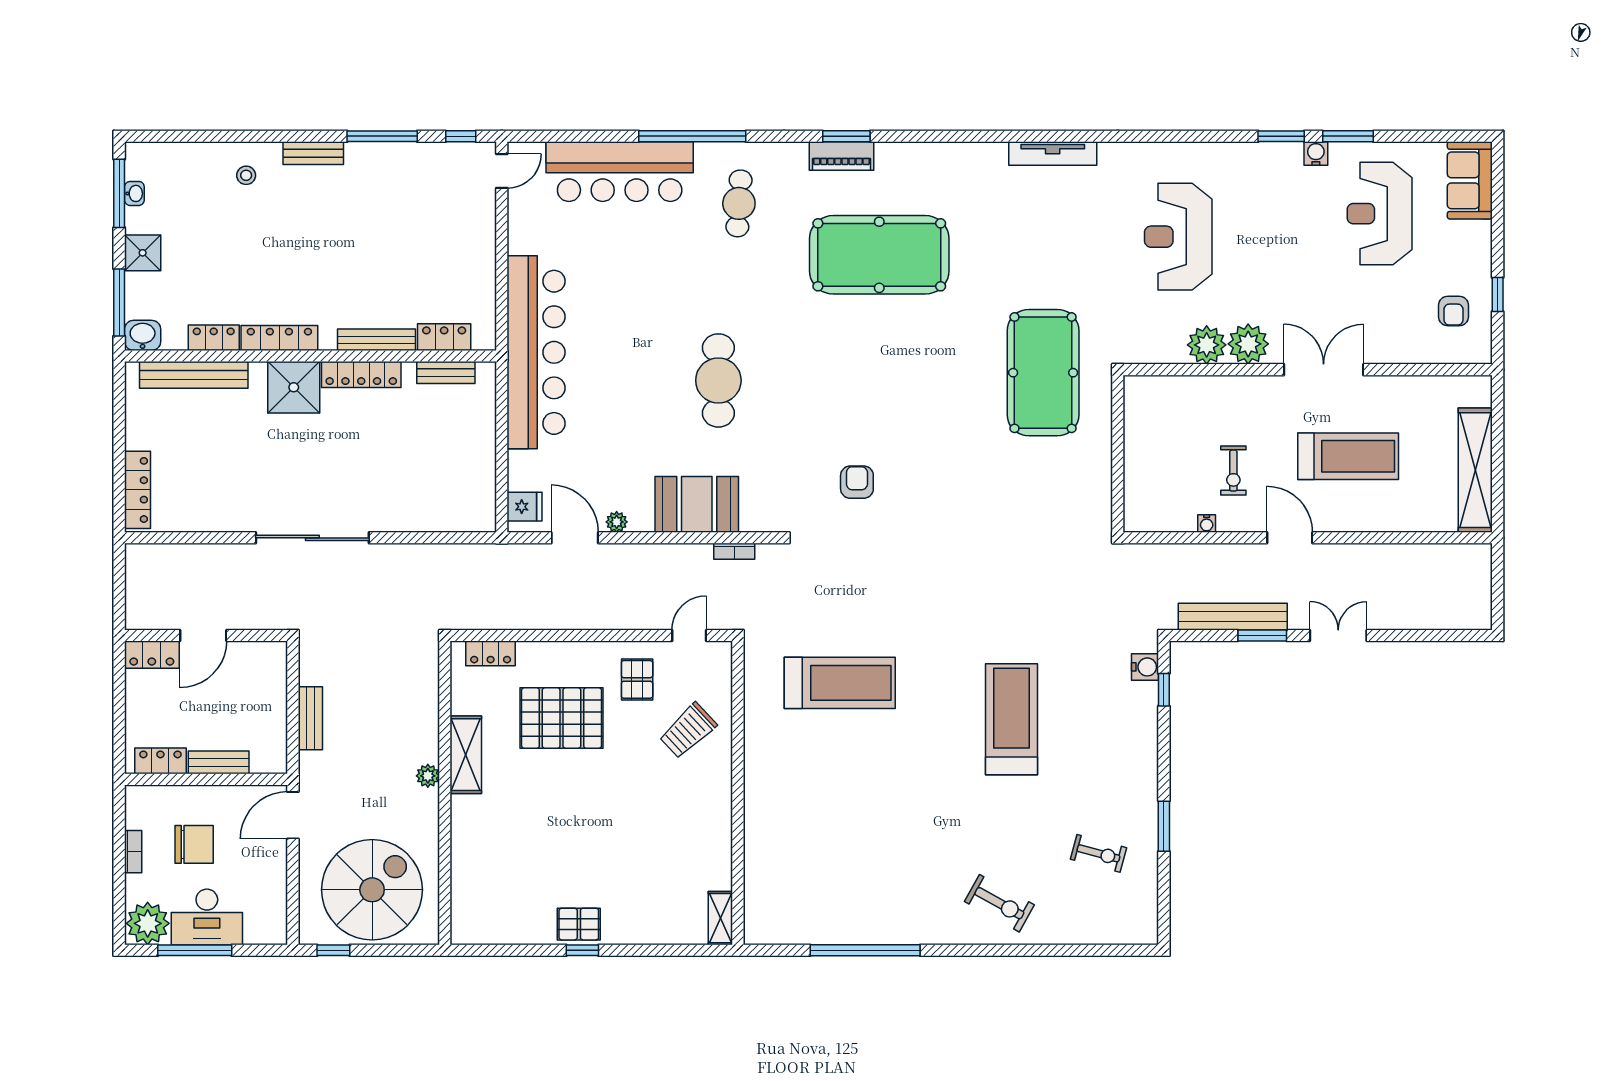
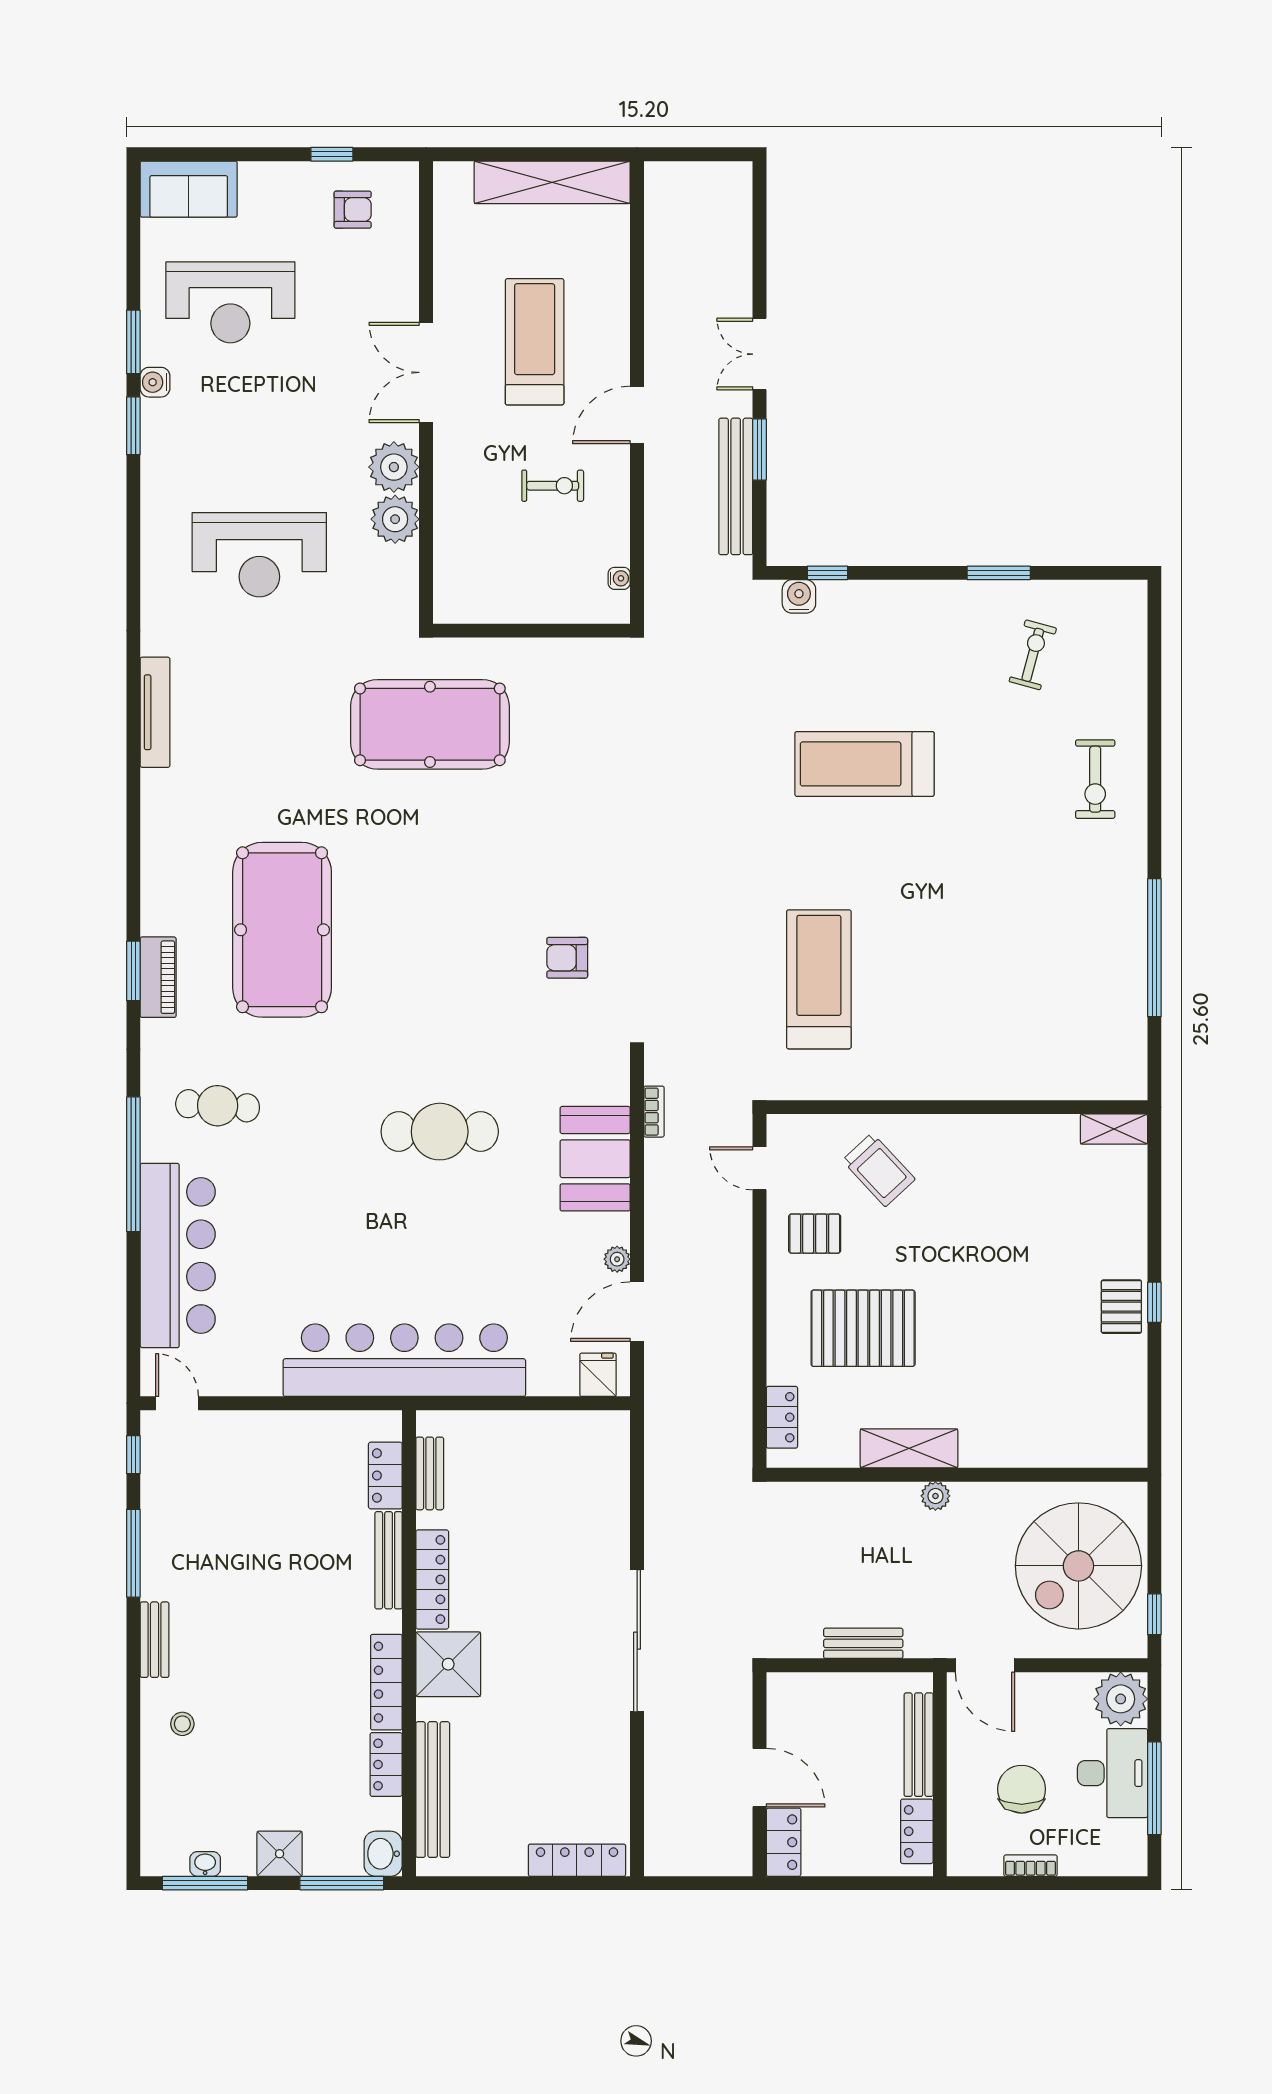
water cooler: (1207, 524) -> (619, 578), moved
pallet: (562, 718) -> (863, 1328), turned 90
bench: (219, 762) -> (919, 1745), width x1.36
spiral stairs: (372, 890) -> (1078, 1566), turned -90
exercise bike: (999, 903) -> (1095, 779), turned 151
plant: (148, 923) -> (1121, 1699), moved

